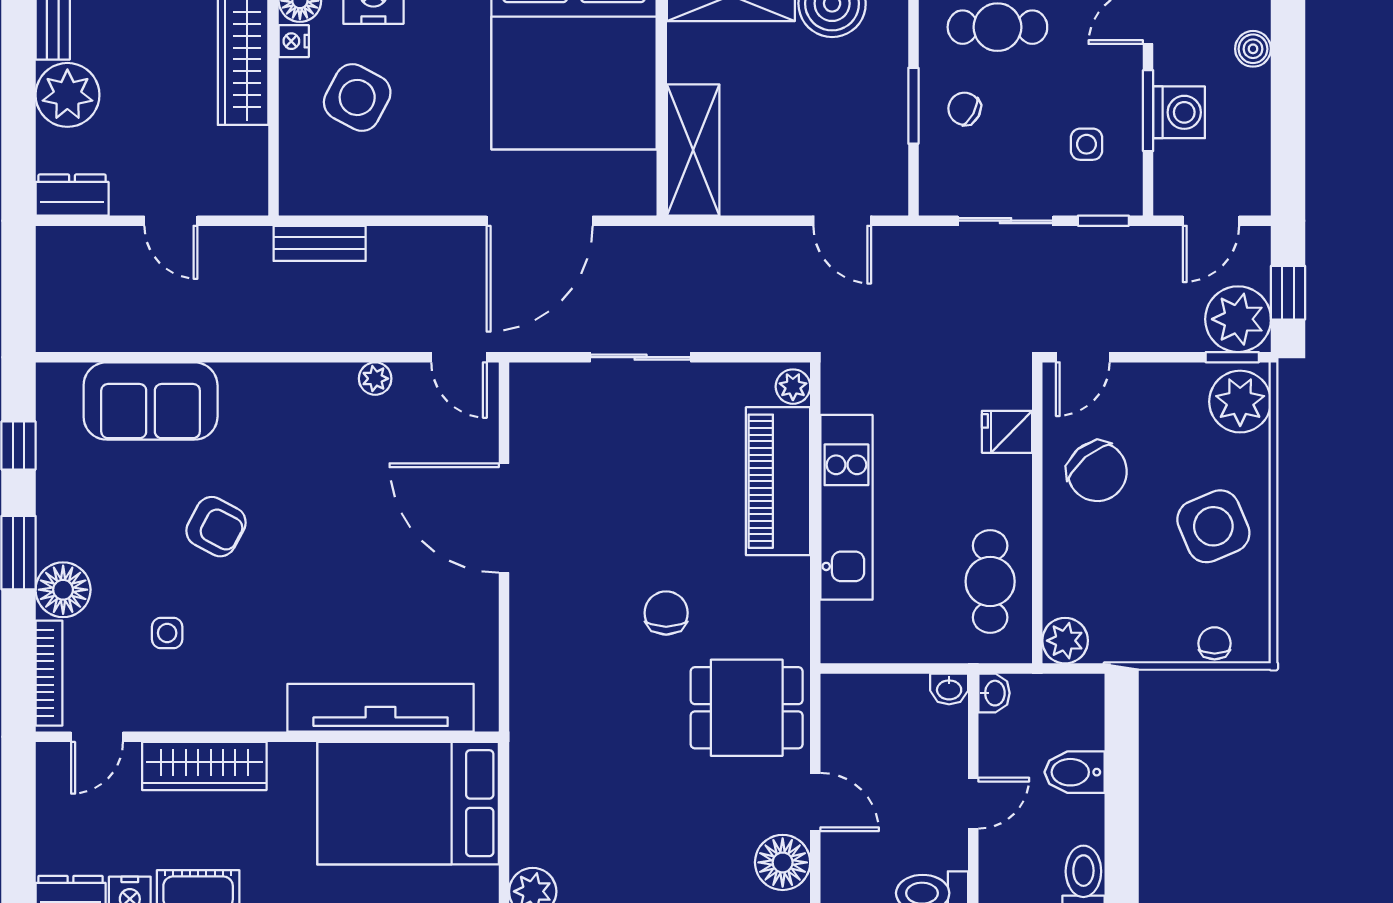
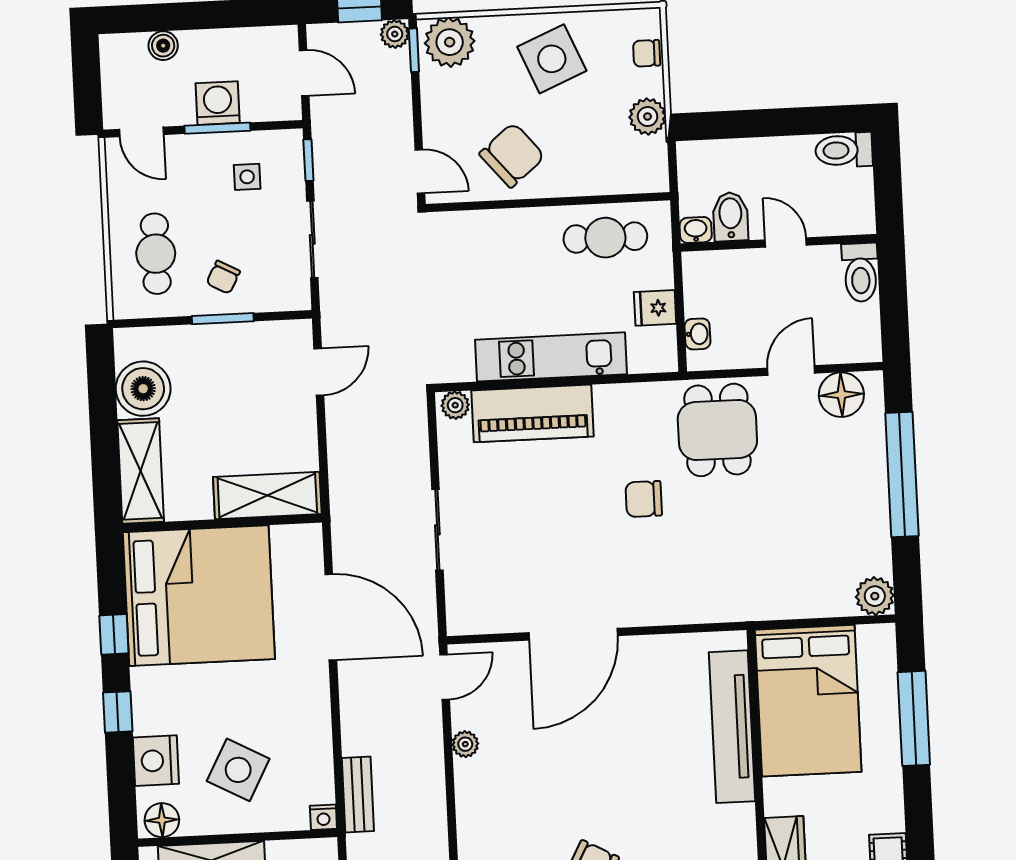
nightstand: (294, 41) -> (323, 817), moved
plant: (1238, 319) -> (395, 34), width x0.53, depth x0.53
fridge: (1007, 432) -> (655, 308), moved, turned 90
plant: (1065, 641) -> (648, 117), moved
washbasin: (949, 689) -> (697, 334), moved
bidet: (1074, 772) -> (730, 217), moved, turned 180

